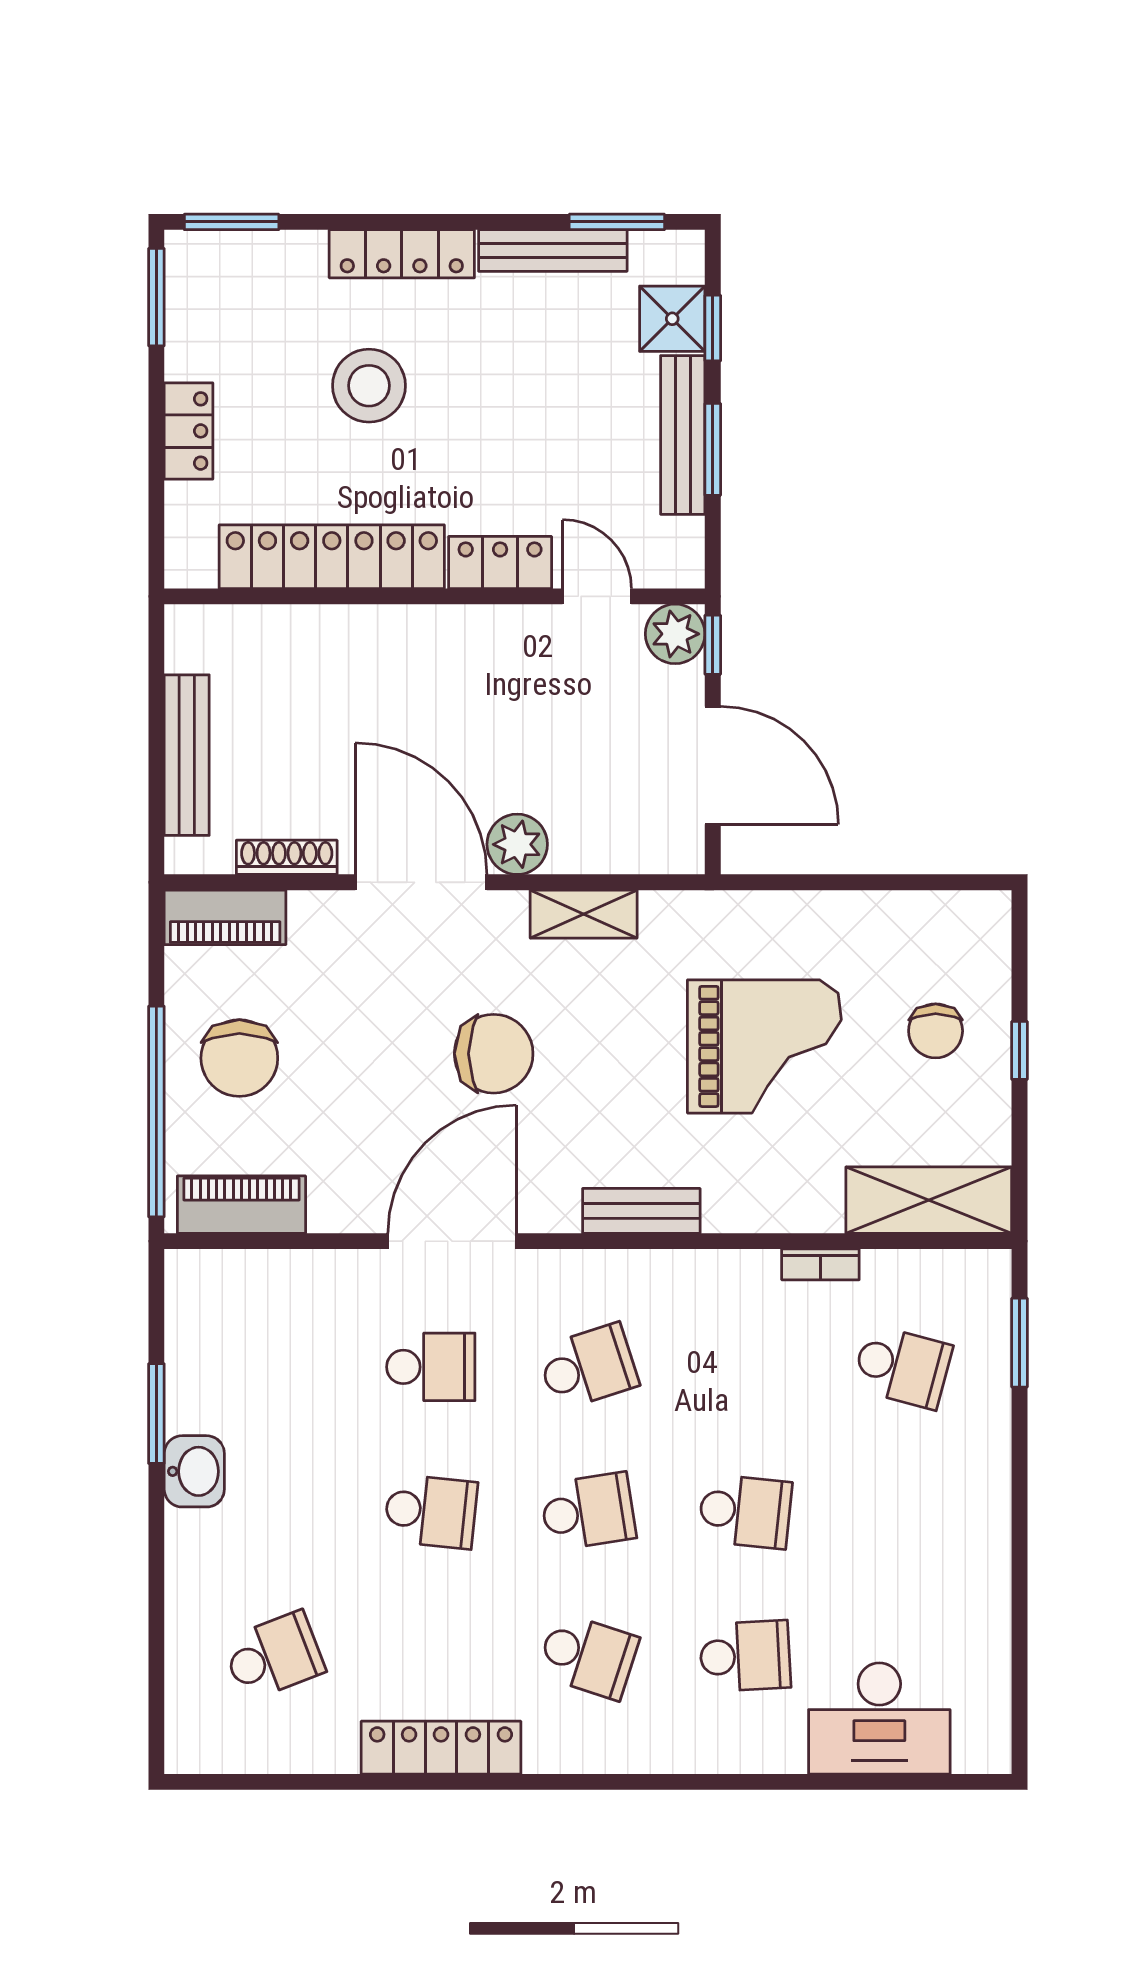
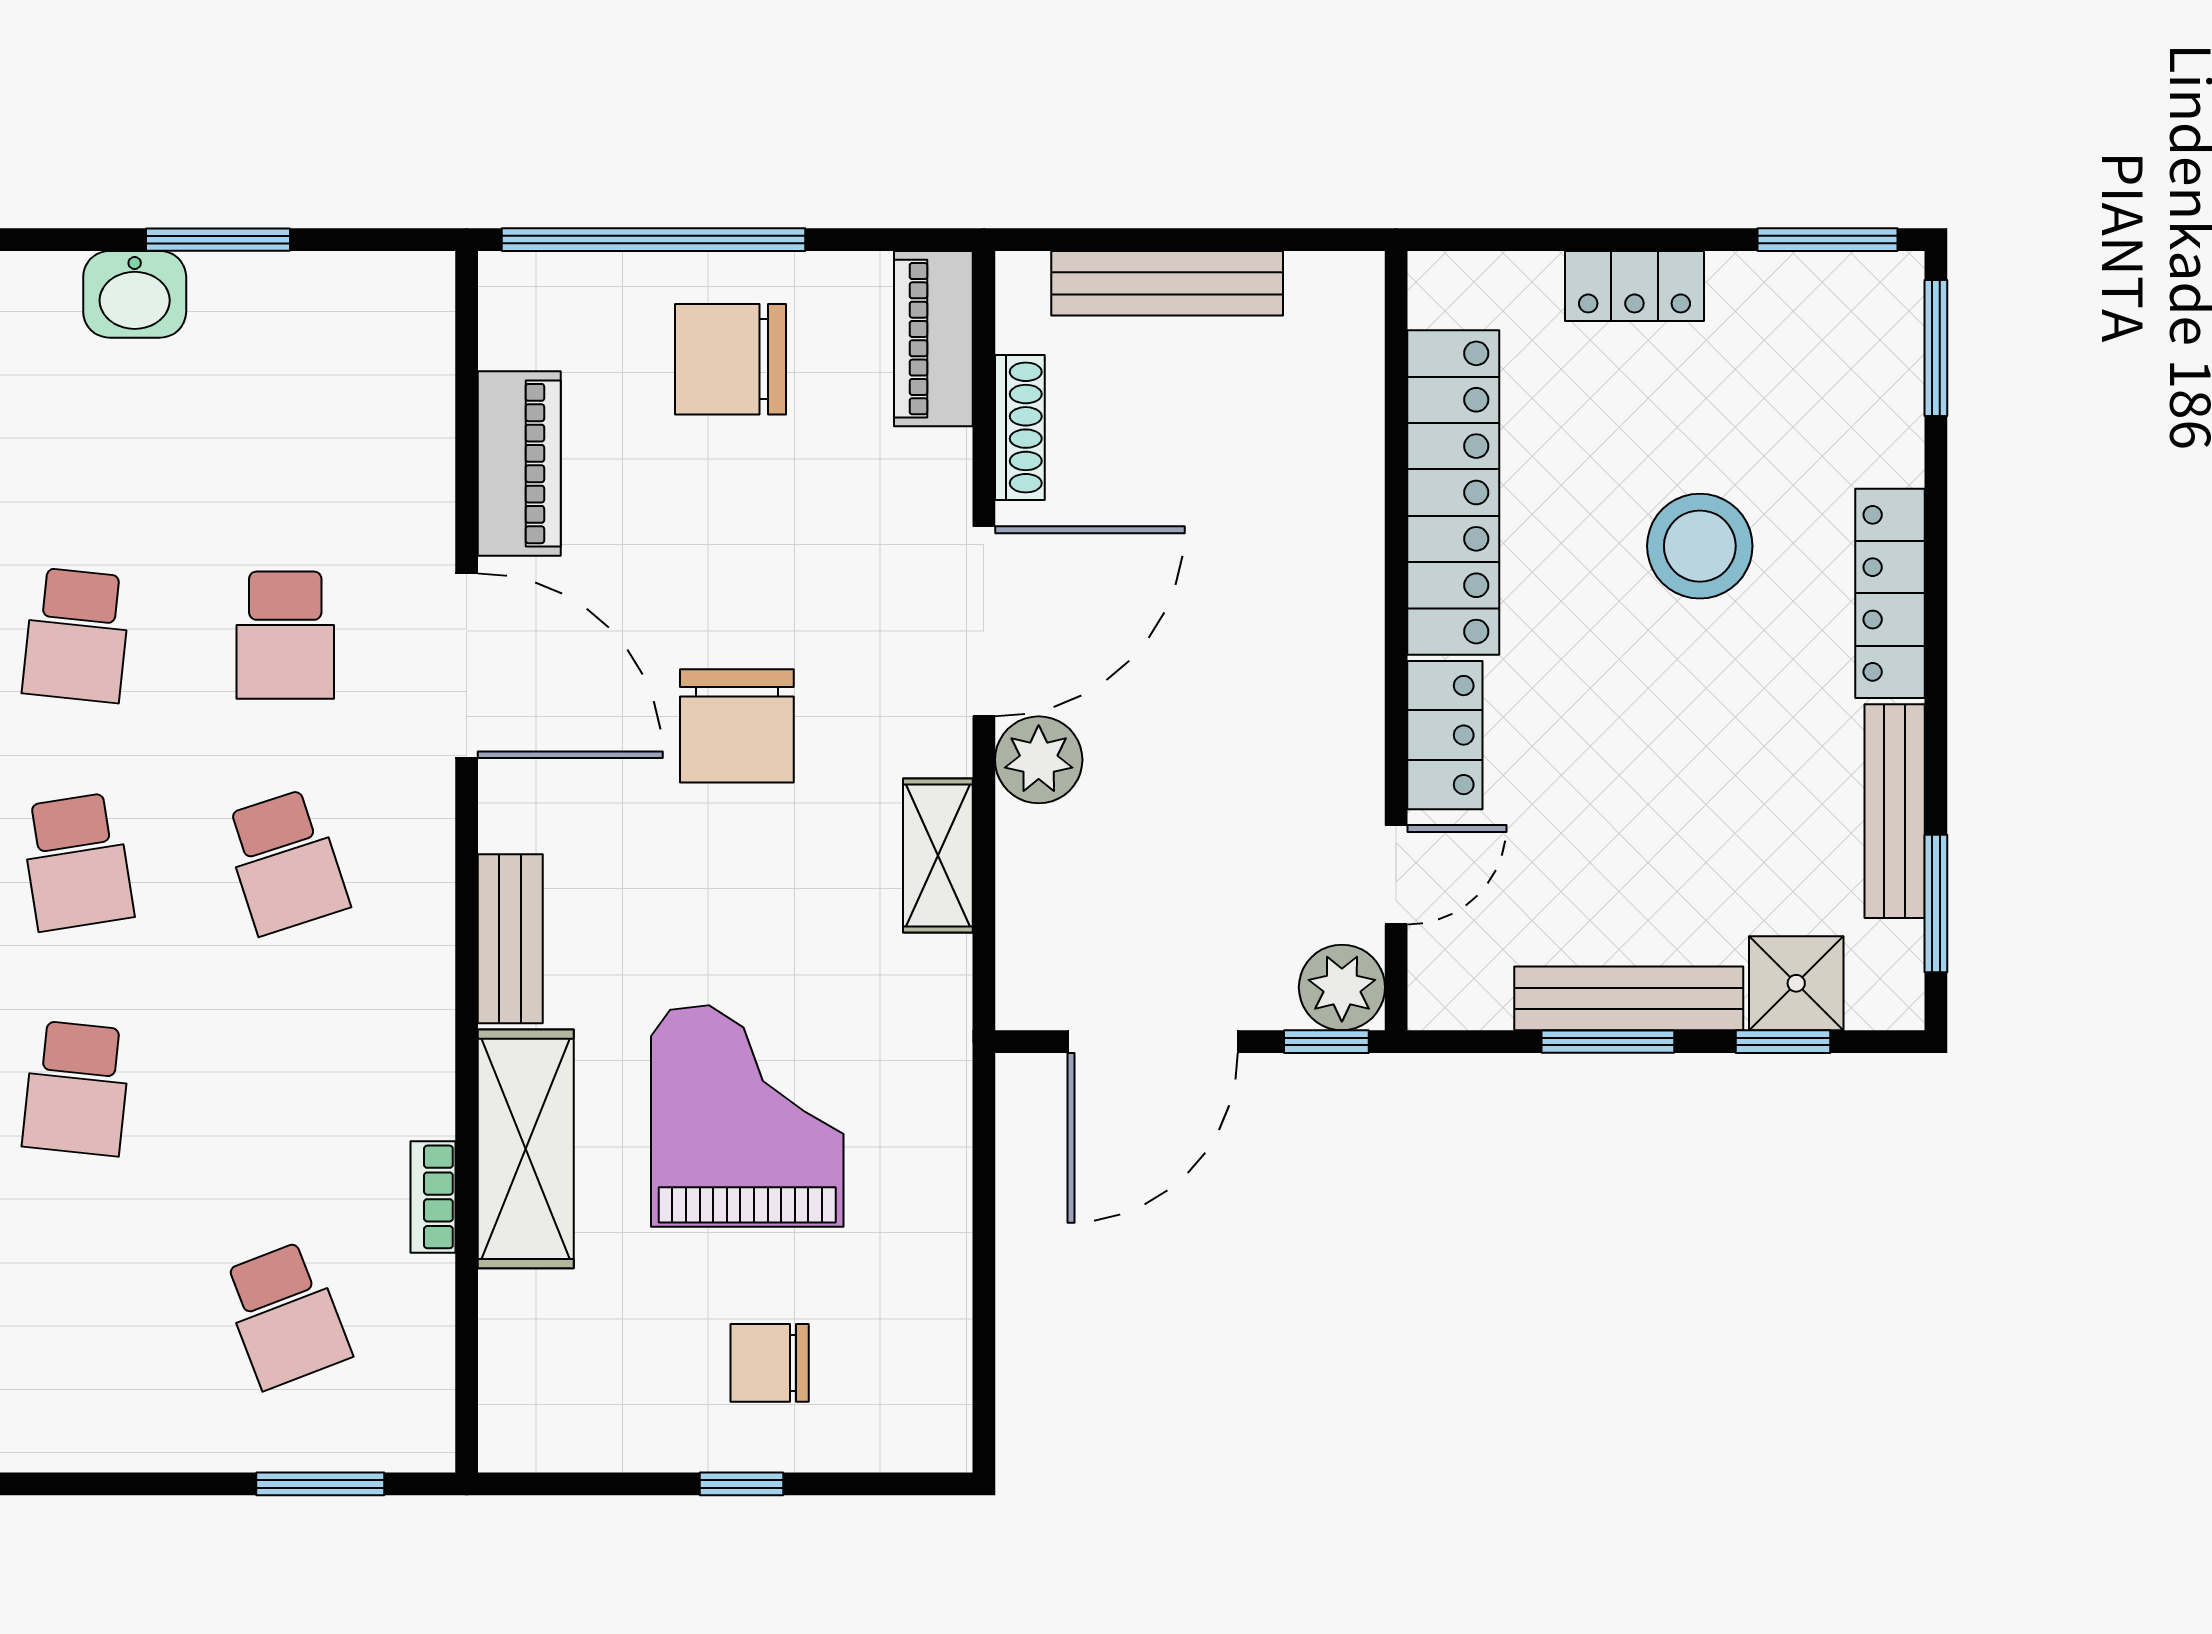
grand piano: (764, 1046) -> (747, 1116), turned 180
shelving: (929, 1200) -> (526, 1149), moved
piano: (241, 1205) -> (519, 464), moved
school desk: (902, 1367) -> (285, 1315), turned -36

